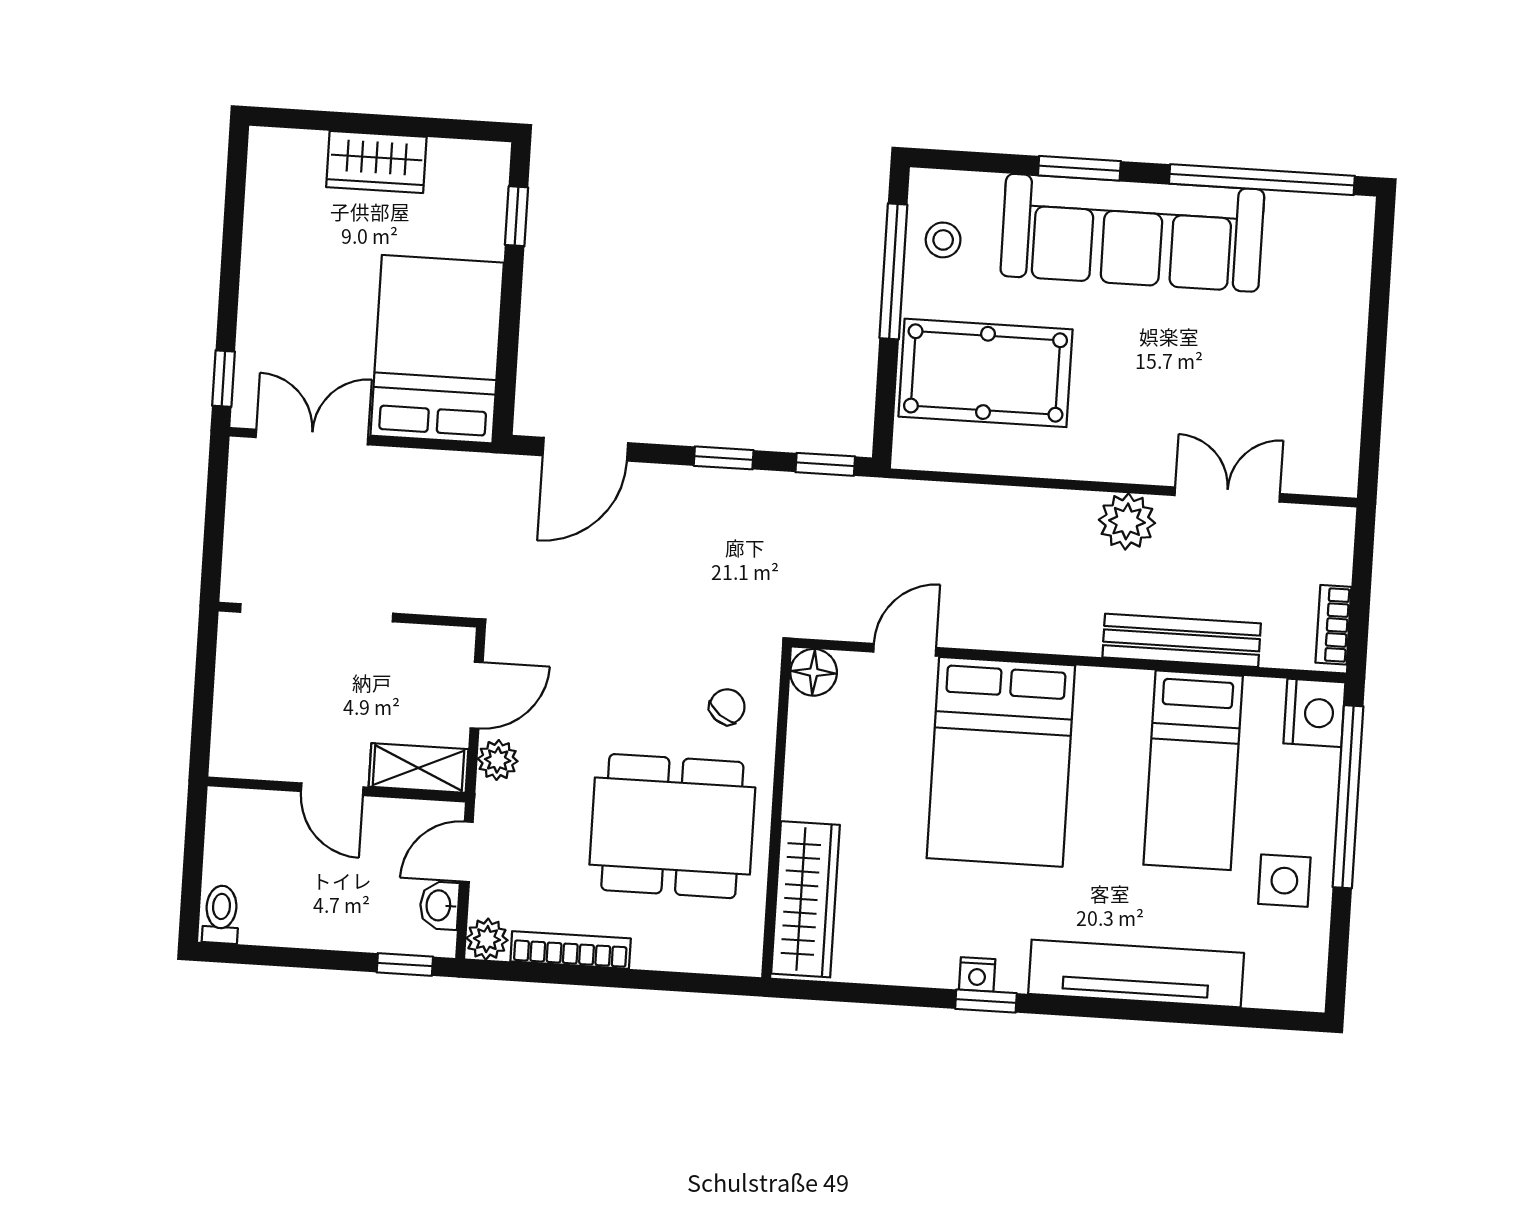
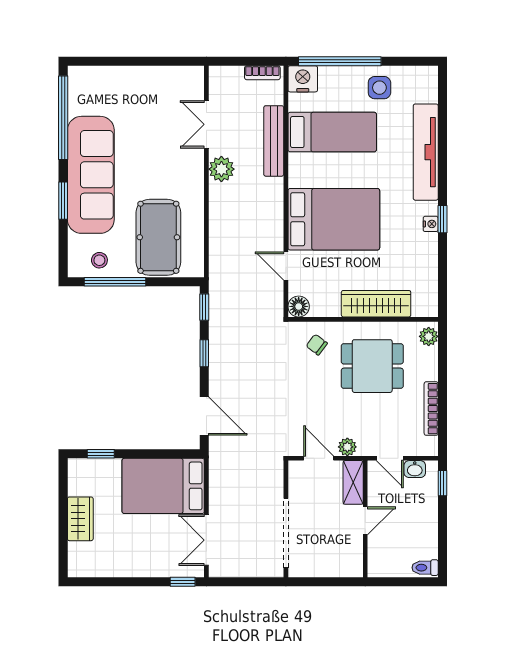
dining table: (672, 826) -> (372, 366), width x0.73
wardrobe: (805, 899) -> (376, 304), moved
plant: (487, 939) -> (429, 336), moved

